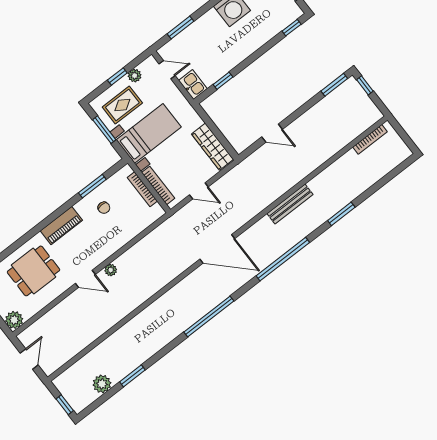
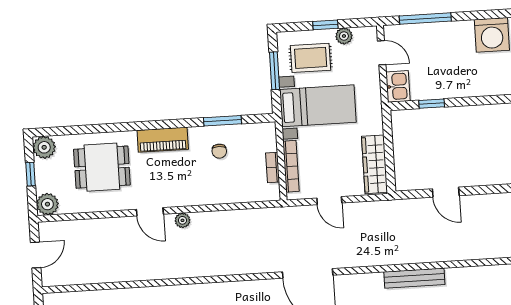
window: (180, 28) -> (425, 19), width x1.44
bookcase: (142, 189) -> (273, 168), width x0.64

